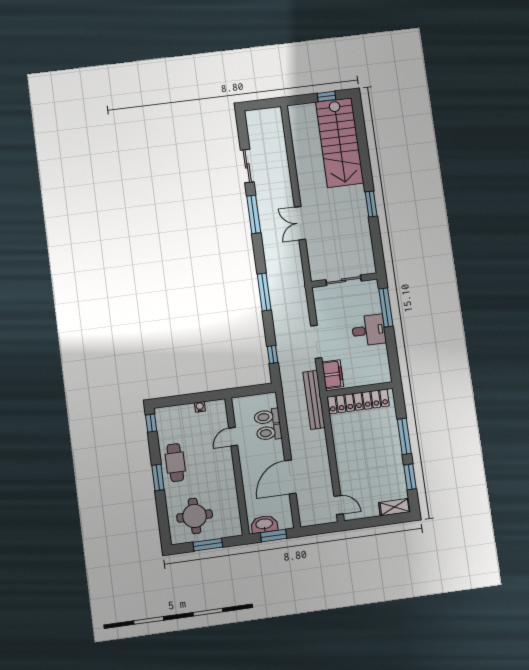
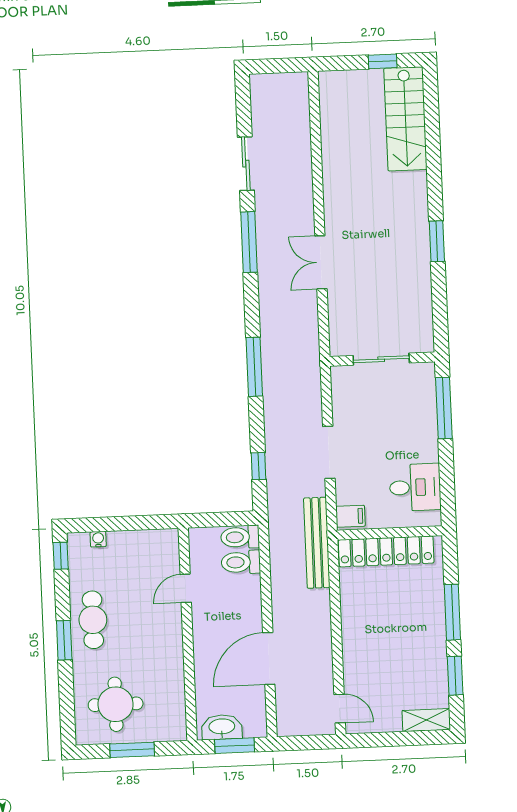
stairs: (340, 143) -> (405, 119), width x0.73, depth x0.66
desk: (369, 330) -> (415, 487), moved
filing cabinet: (333, 374) -> (350, 516), width x0.50
water cooler: (200, 407) -> (98, 539), moved
toilet: (269, 433) -> (240, 537), moved

